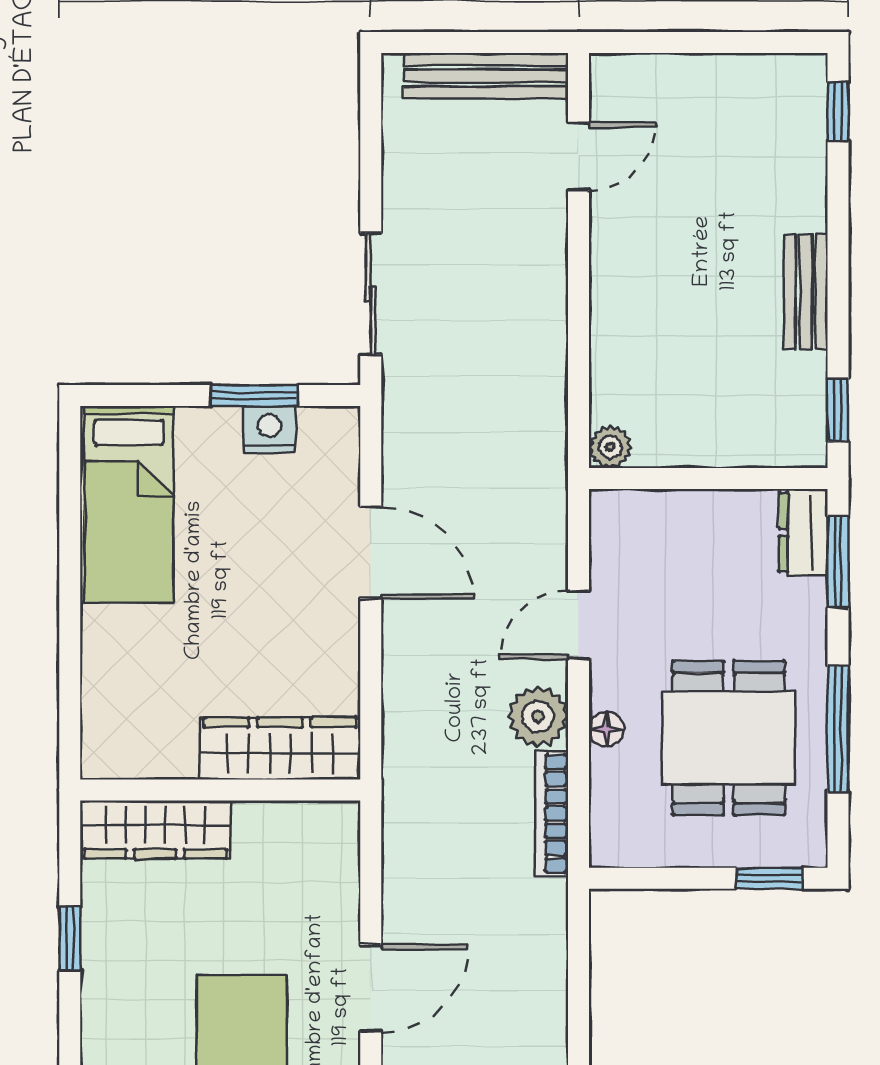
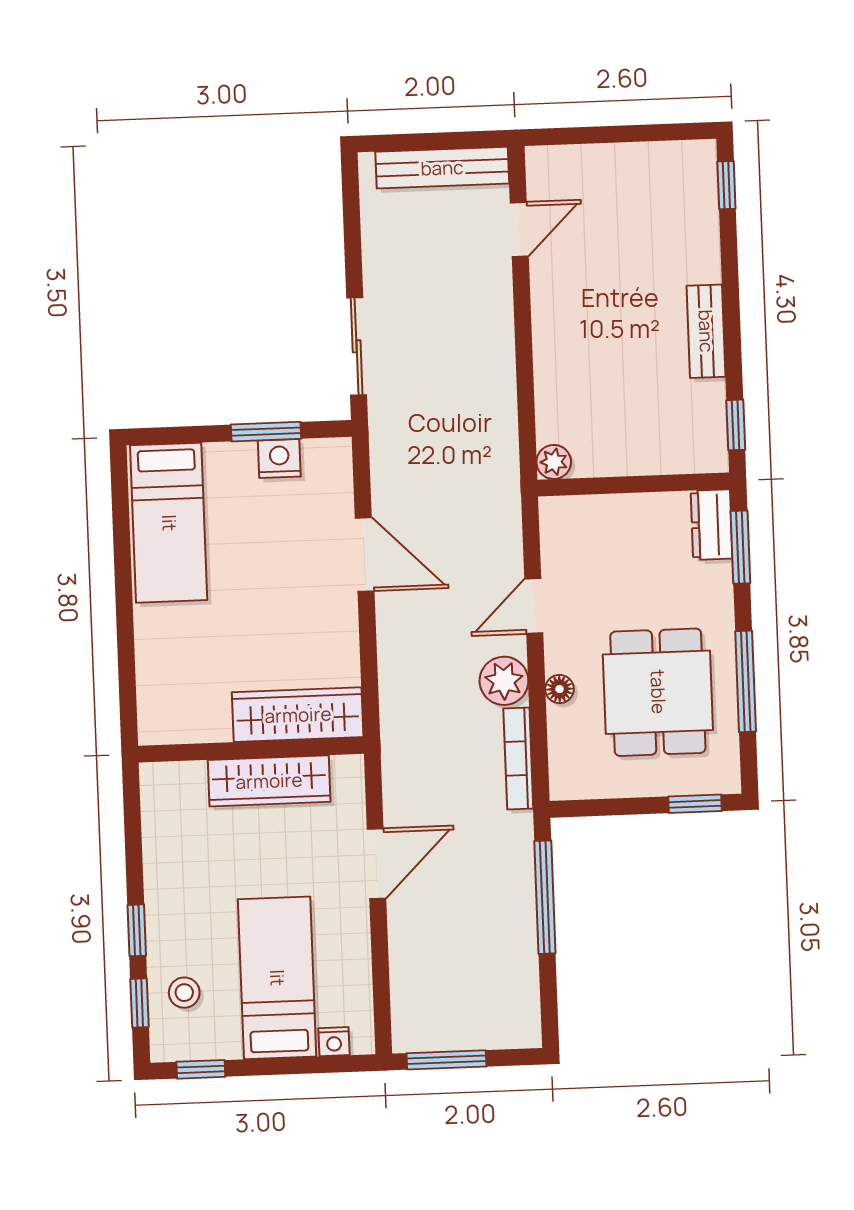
wardrobe: (155, 830) -> (269, 781), moved
window: (70, 938) -> (137, 930), moved
window: (578, 987) -> (545, 897), added
door: (371, 988) -> (376, 864), moved

